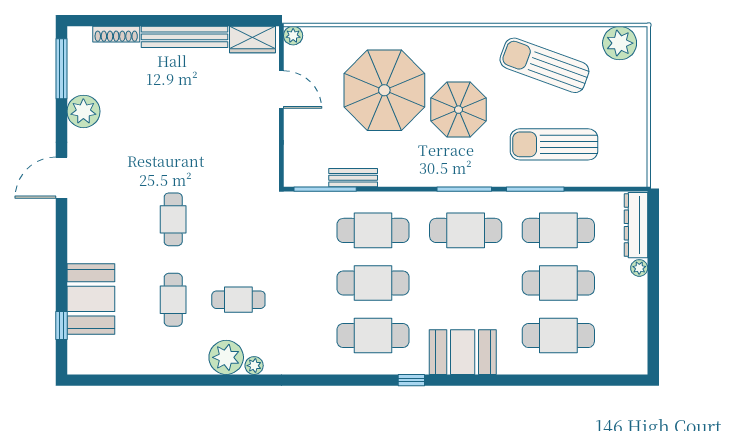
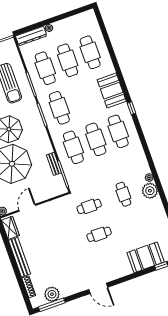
plant: (83, 111) -> (52, 294), moved
cafe table: (173, 300) -> (89, 206), moved

